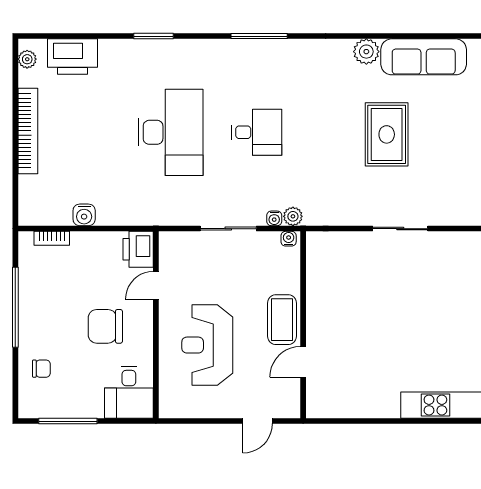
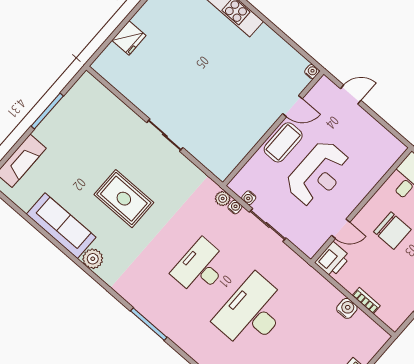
desk: (257, 132) -> (200, 268), width x1.37
rug: (387, 134) -> (124, 199), turned 90
bookcase: (52, 238) -> (366, 301), moved
water cooler: (289, 239) -> (249, 198), moved
reception desk: (207, 345) -> (318, 174), moved
water cooler: (313, 411) -> (312, 72), added

